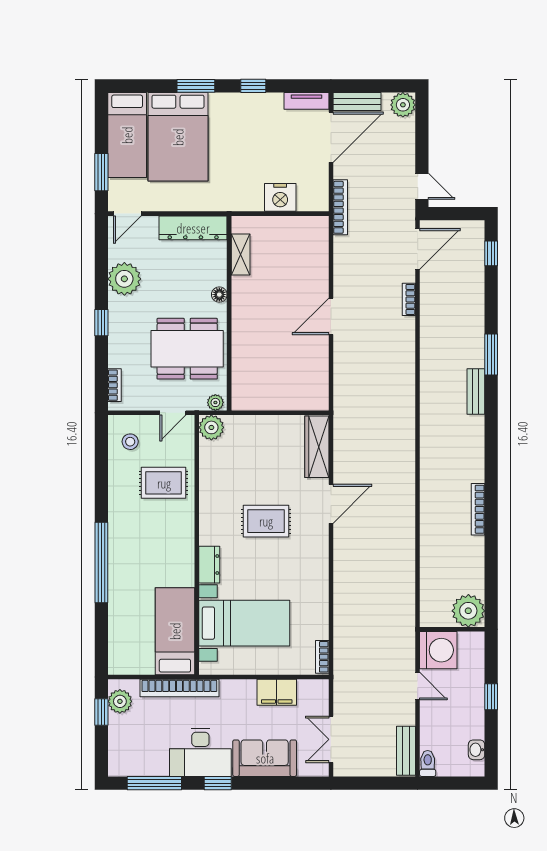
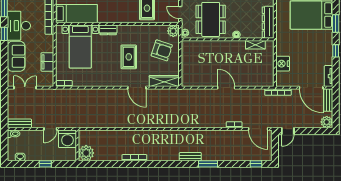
armchair: (252, 452) -> (162, 50), added

